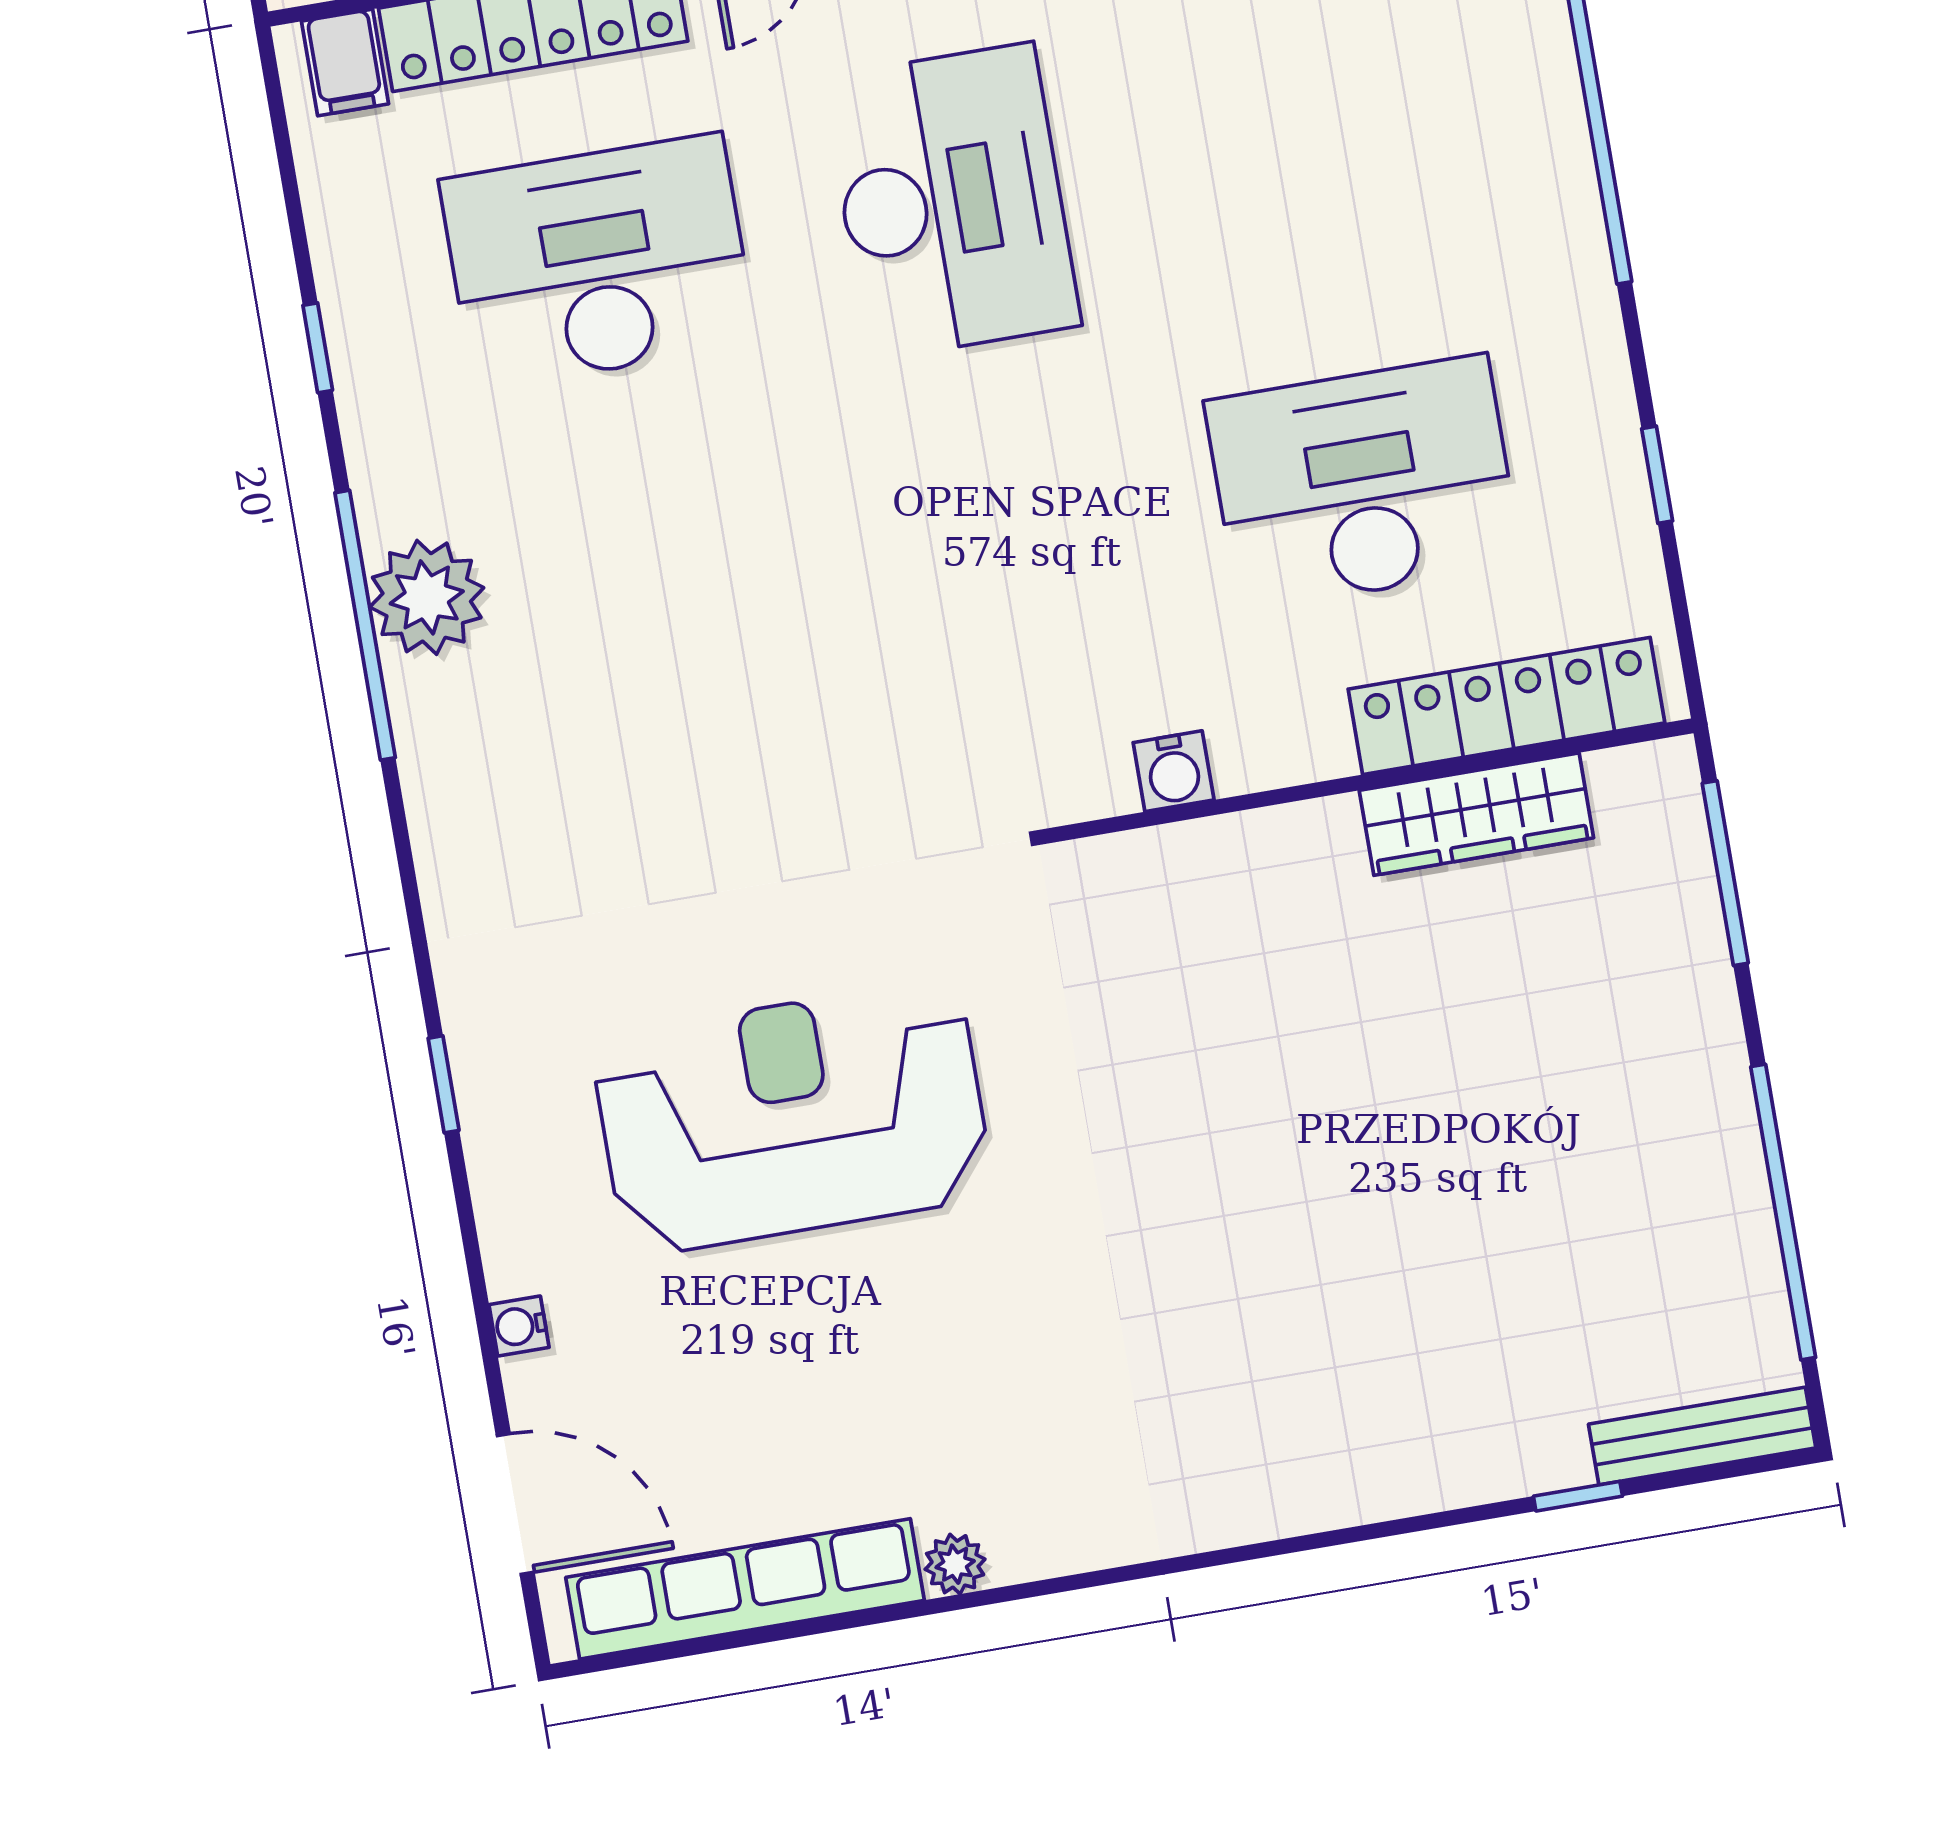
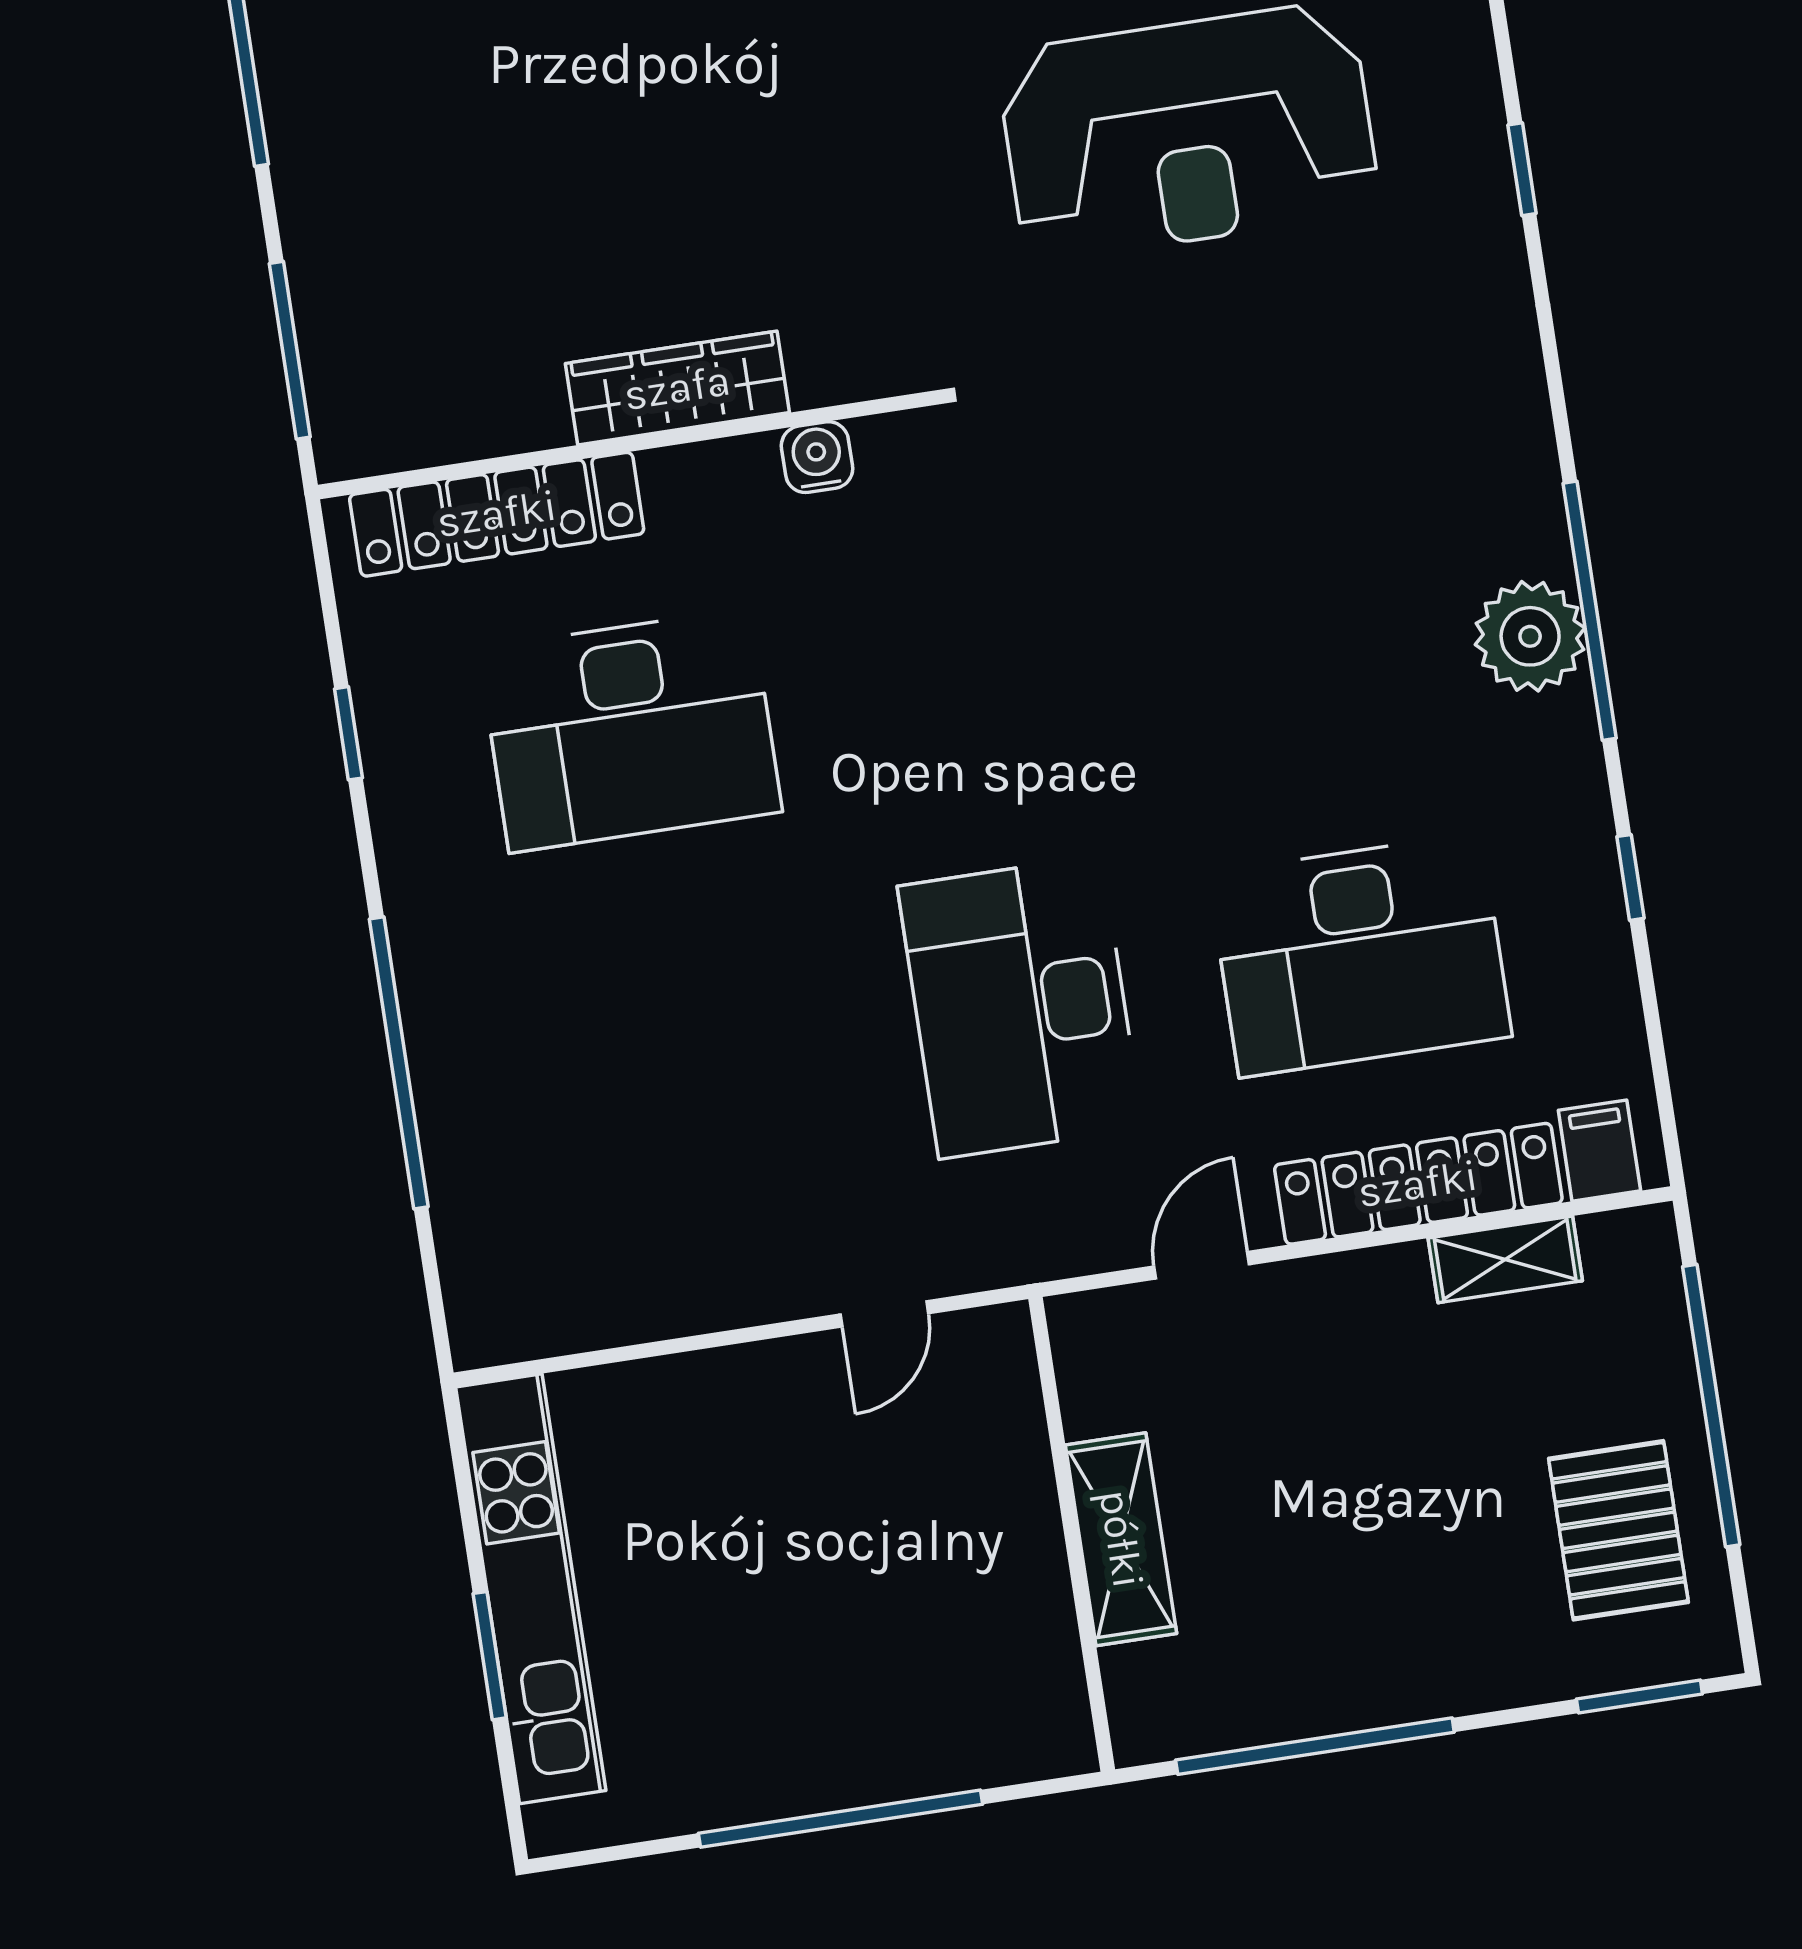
wardrobe: (1476, 814) -> (677, 388), moved

